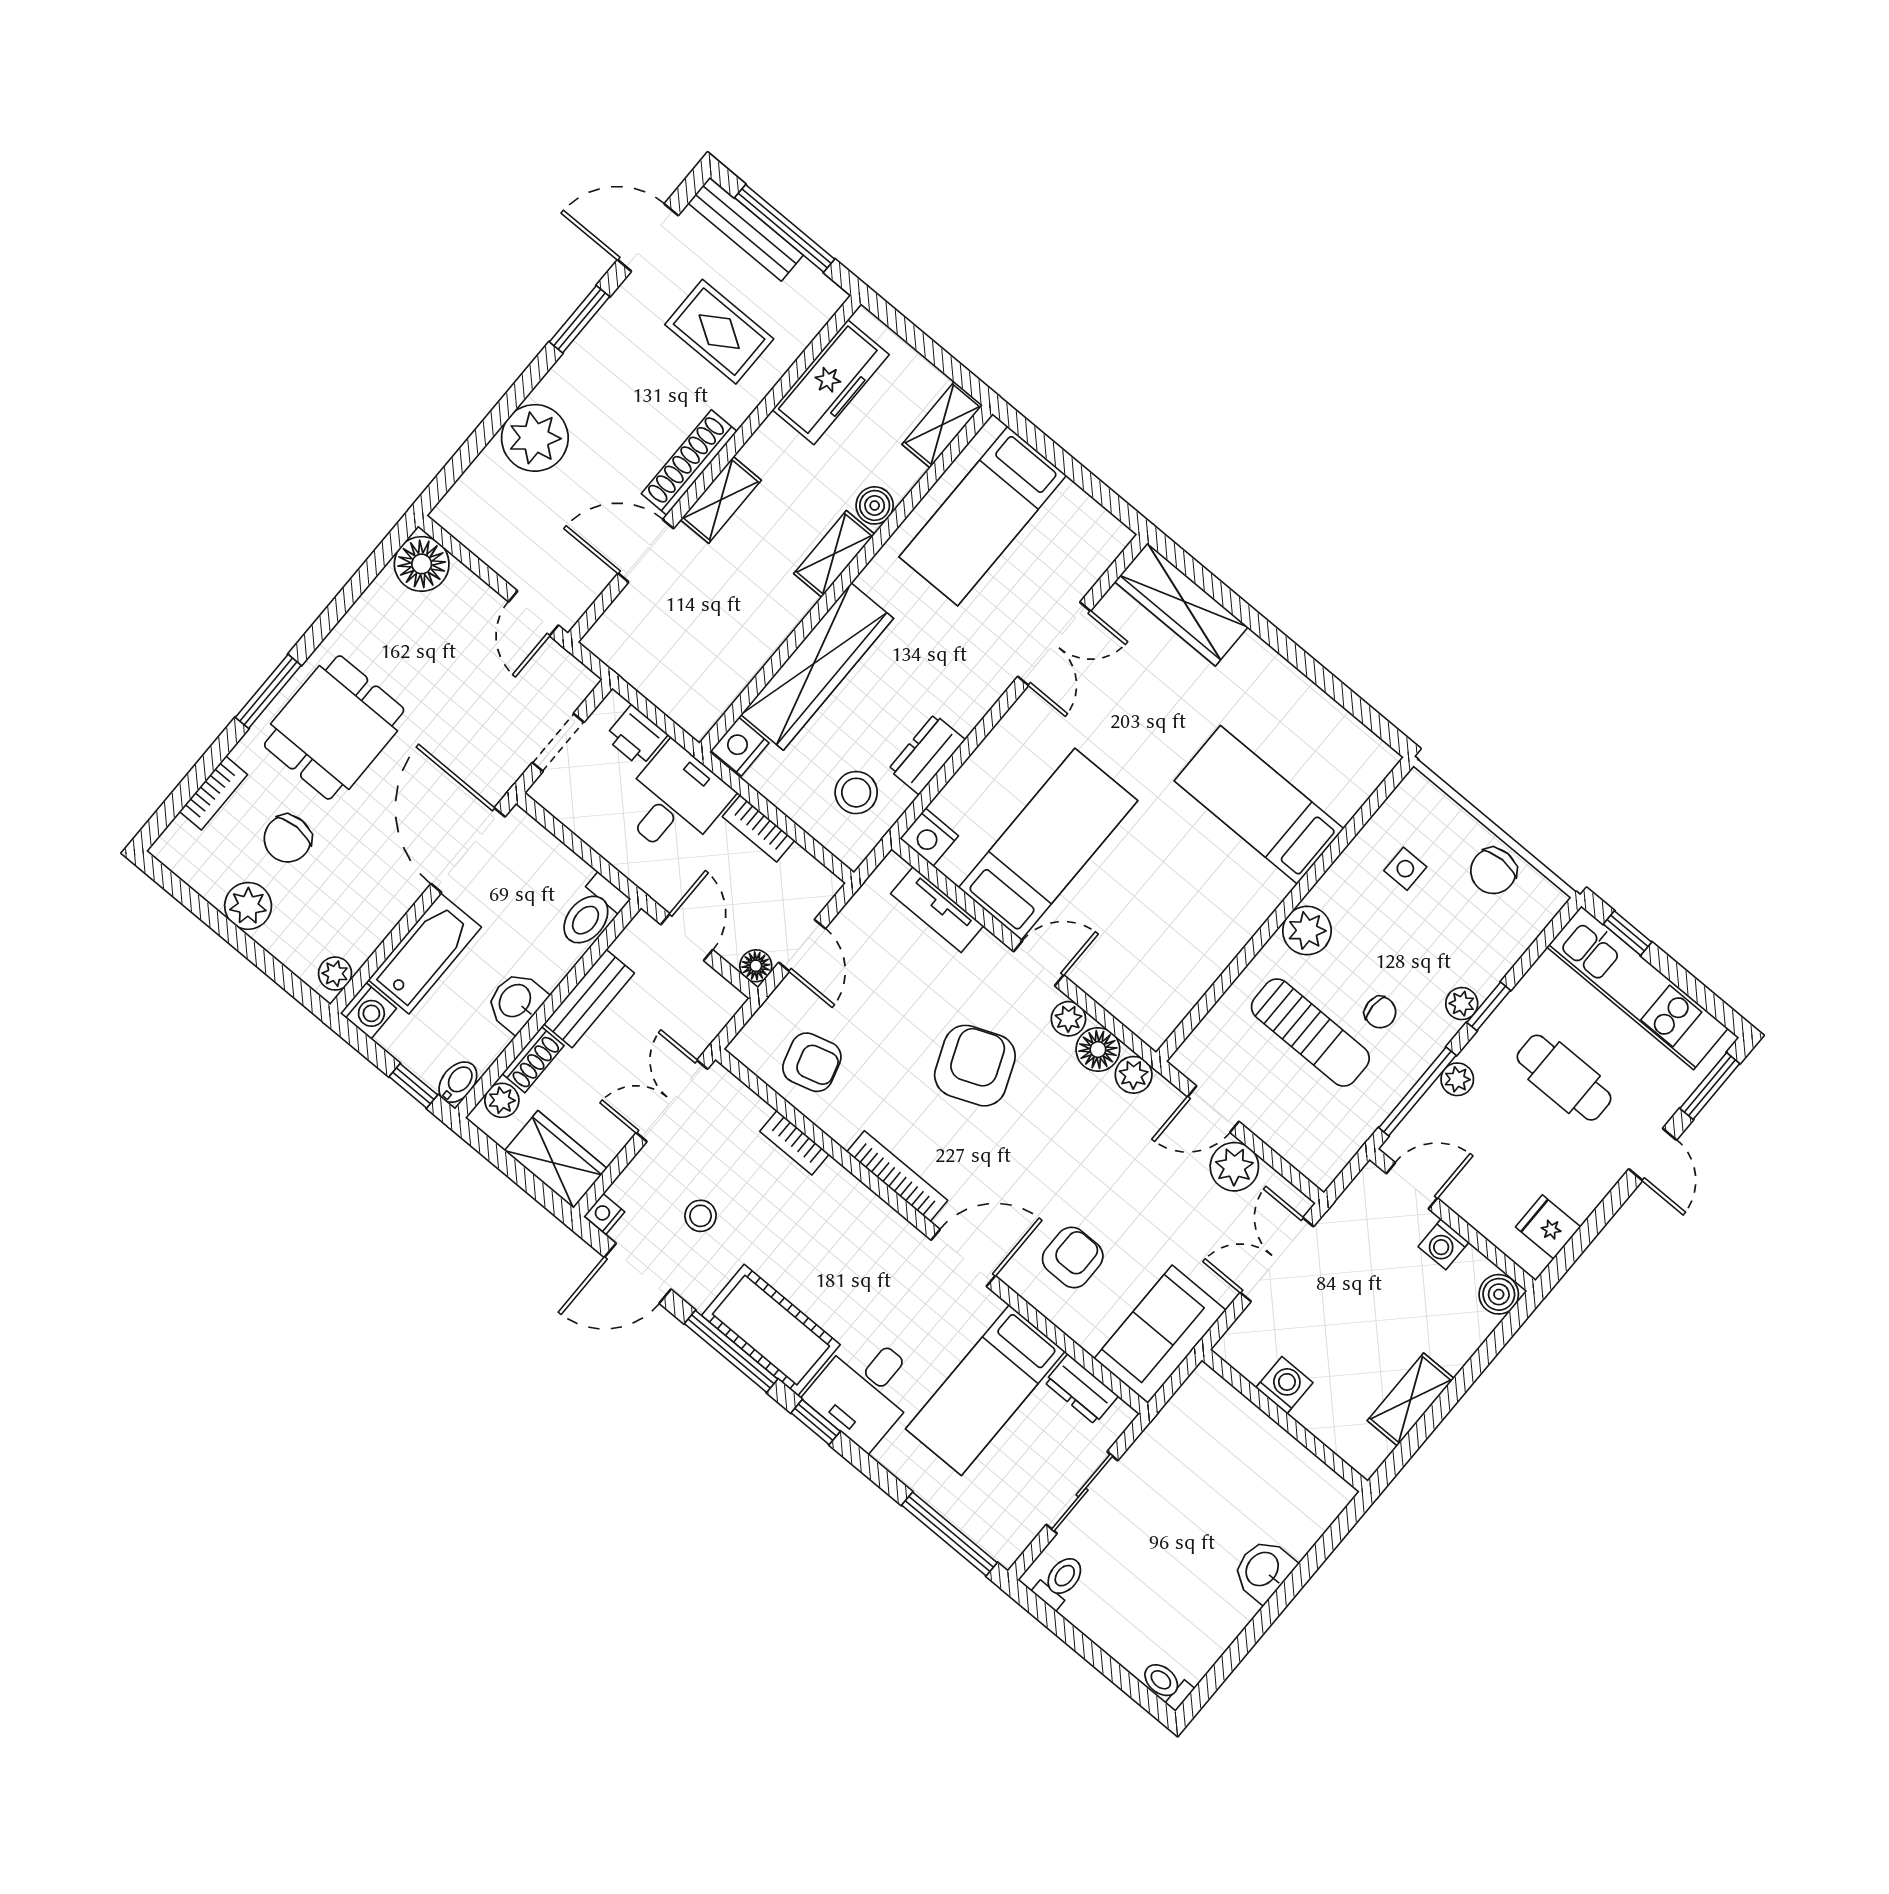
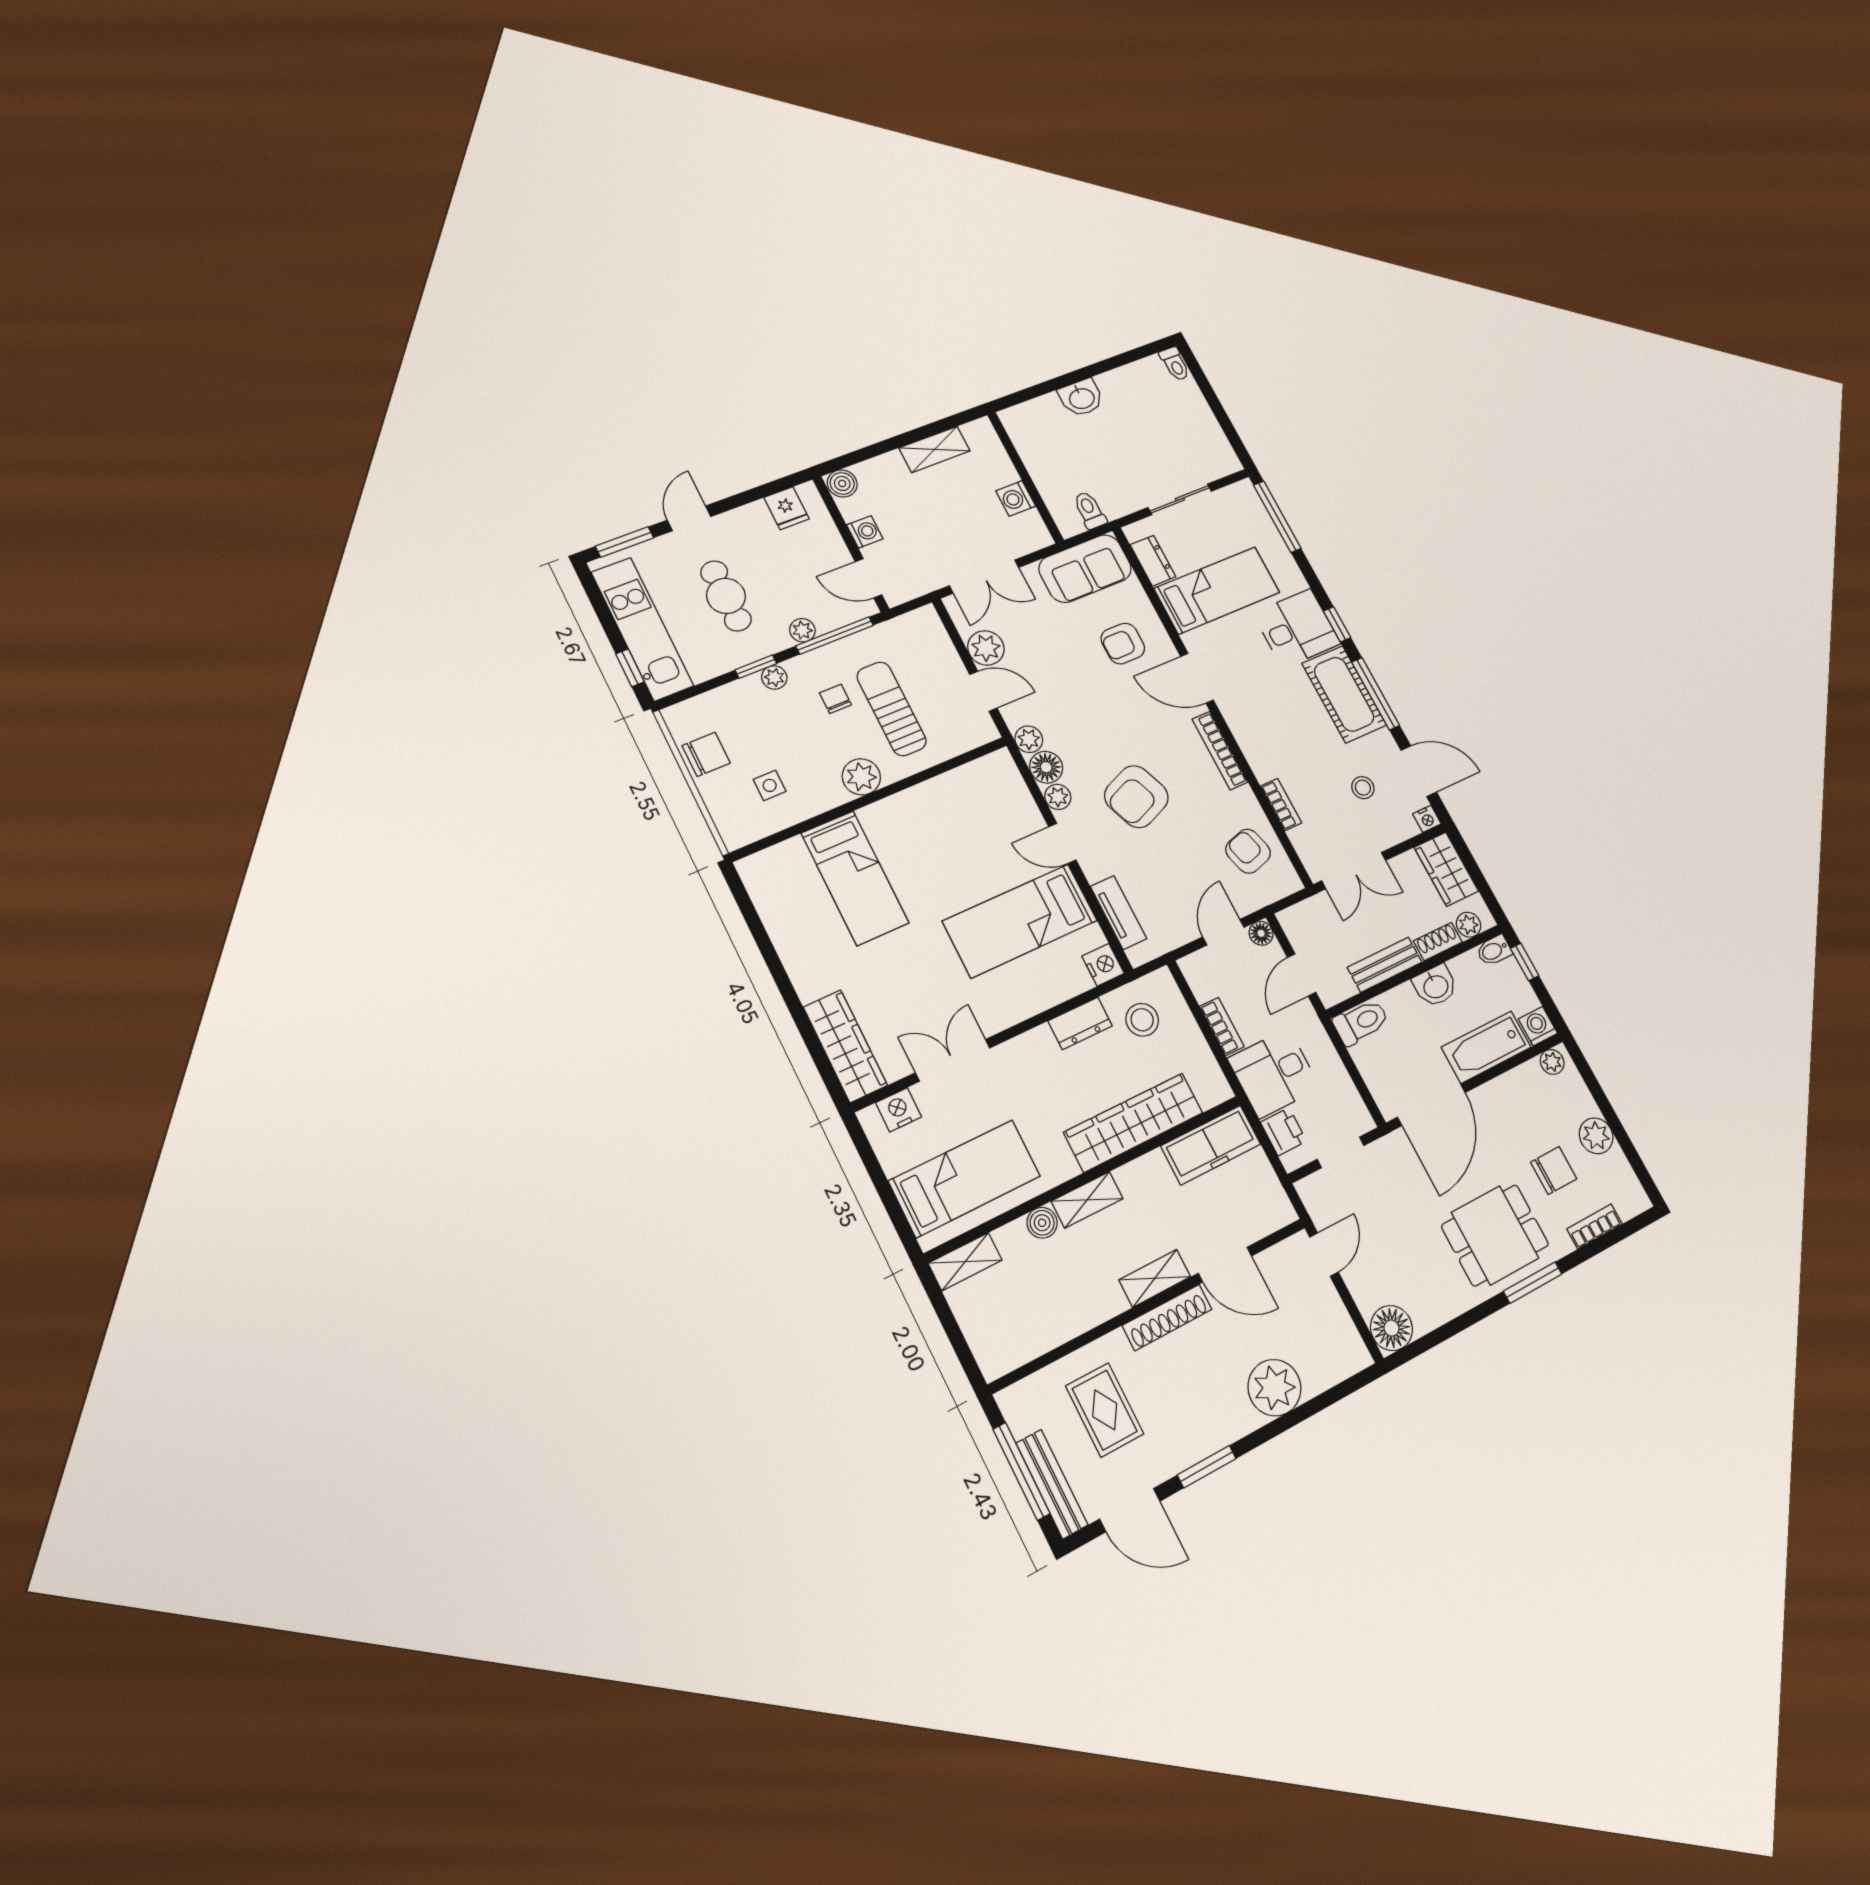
freezer: (831, 382) -> (1211, 1145), moved, turned 180
nightstand: (740, 747) -> (899, 1110), moved, turned 180
toilet: (1060, 1581) -> (1090, 510), moved, turned 90

